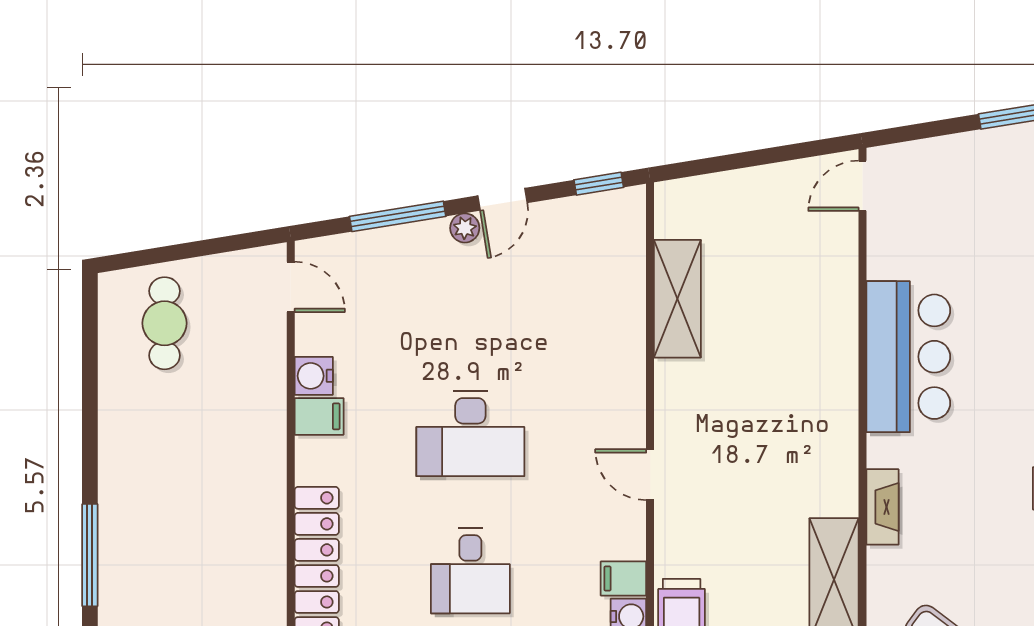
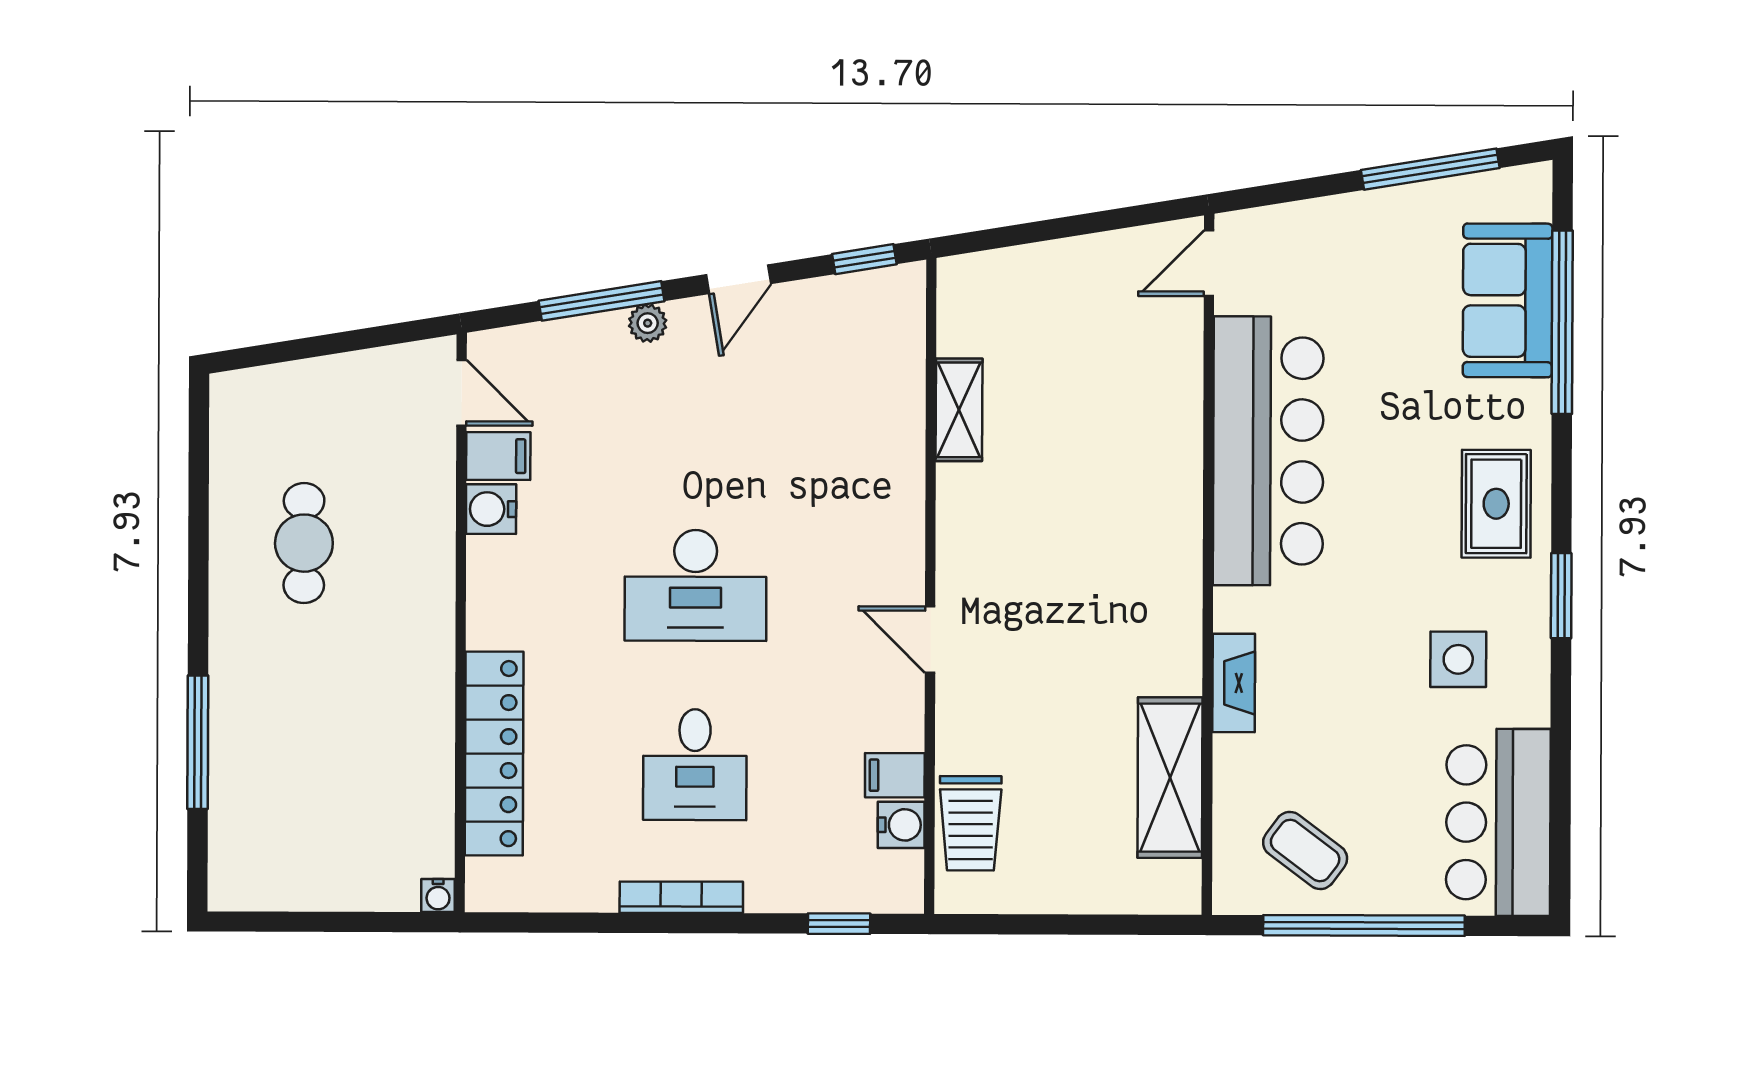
plant: (465, 228) -> (648, 323), moved
shelving: (677, 299) -> (959, 410), width x0.67, depth x0.75
cafe table: (165, 323) -> (304, 543), moved
bar counter: (908, 357) -> (1268, 451), width x1.36
filing cabinet: (319, 416) -> (498, 456), moved

